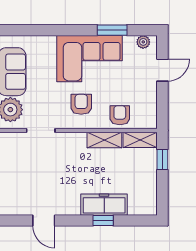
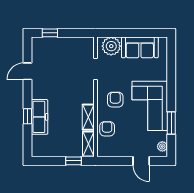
armchair: (81, 104) -> (115, 100), turned -90
armchair: (120, 115) -> (107, 129), turned -90

